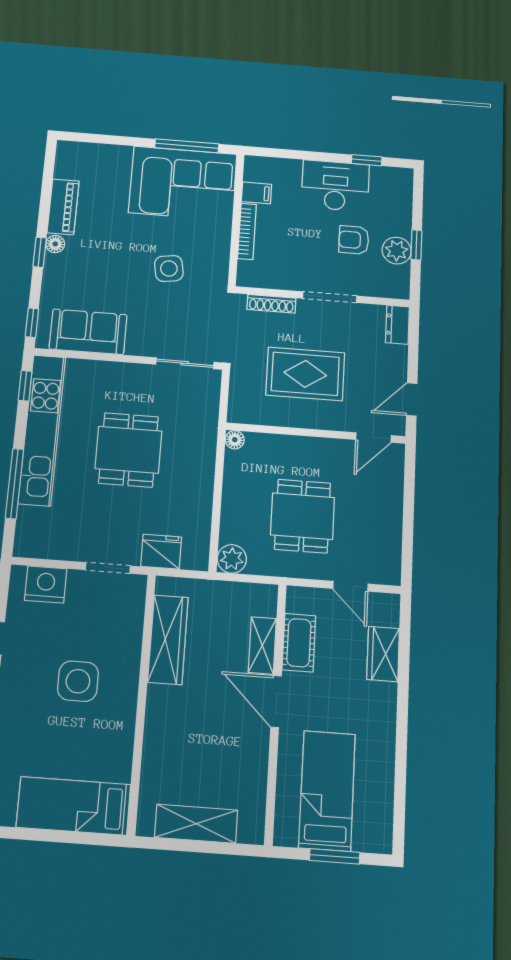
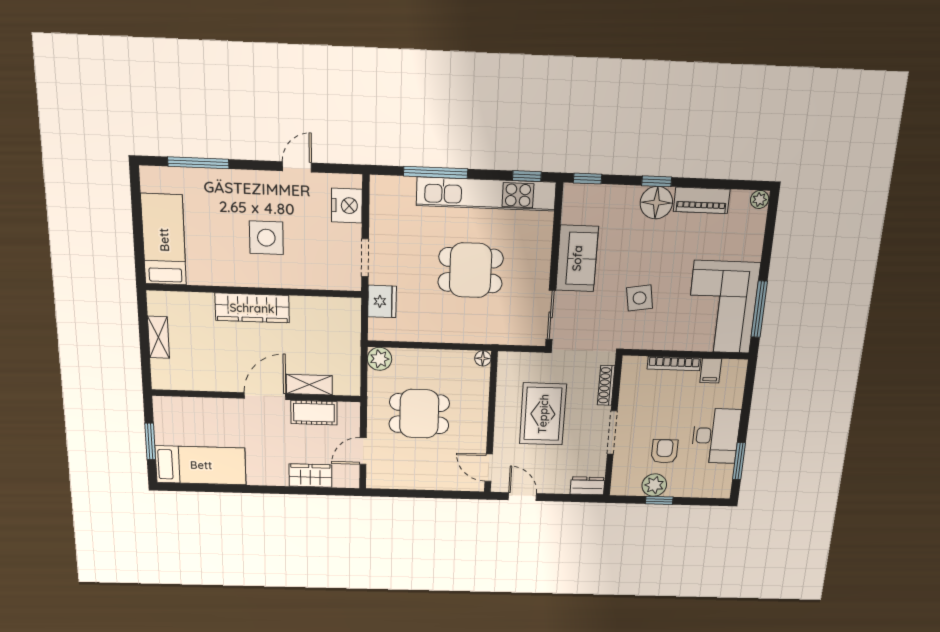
plant: (66, 150) -> (760, 199), added
window: (367, 160) -> (739, 461), width x1.50
floor lamp: (55, 244) -> (656, 203), width x1.89, depth x1.89
sofa: (88, 332) -> (577, 258), moved
wardrobe: (168, 640) -> (252, 308), moved
bed: (327, 791) -> (201, 465), moved
shelving: (196, 824) -> (158, 337), width x0.67, depth x0.75

